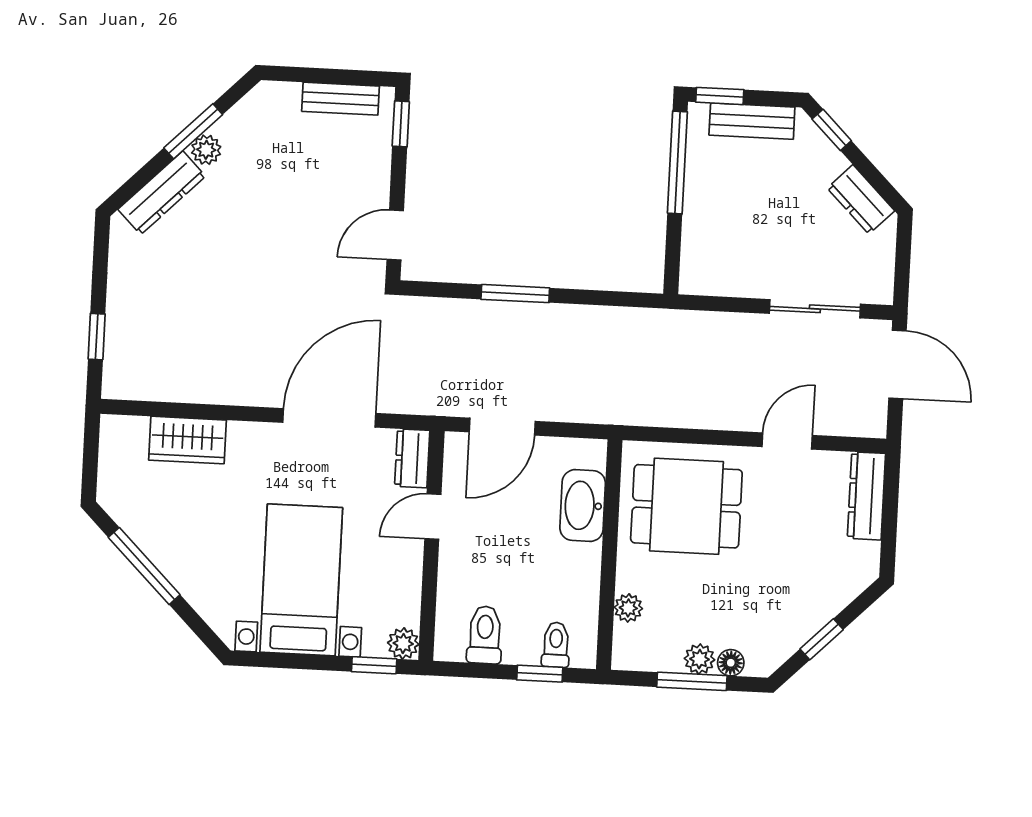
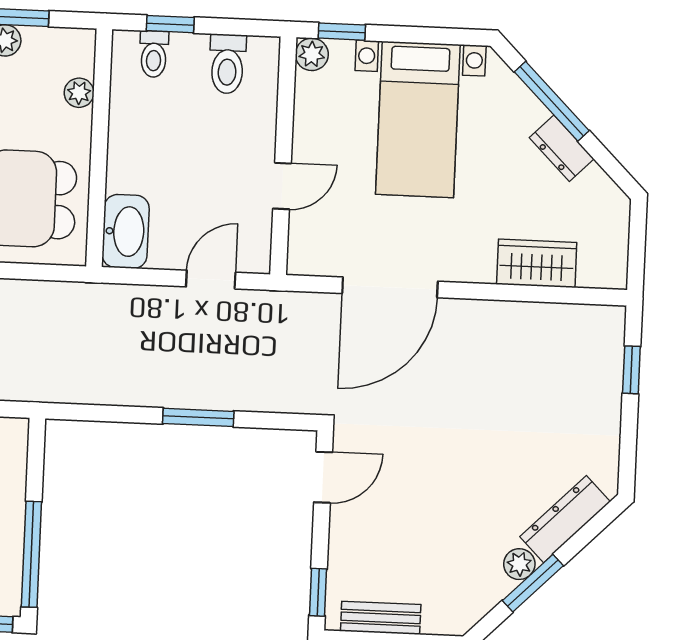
door: (502, 427) -> (211, 280), width x0.73
dresser: (412, 458) -> (562, 148), moved, turned 135
washbasin: (583, 506) -> (126, 231), moved
window: (144, 566) -> (552, 101), moved

